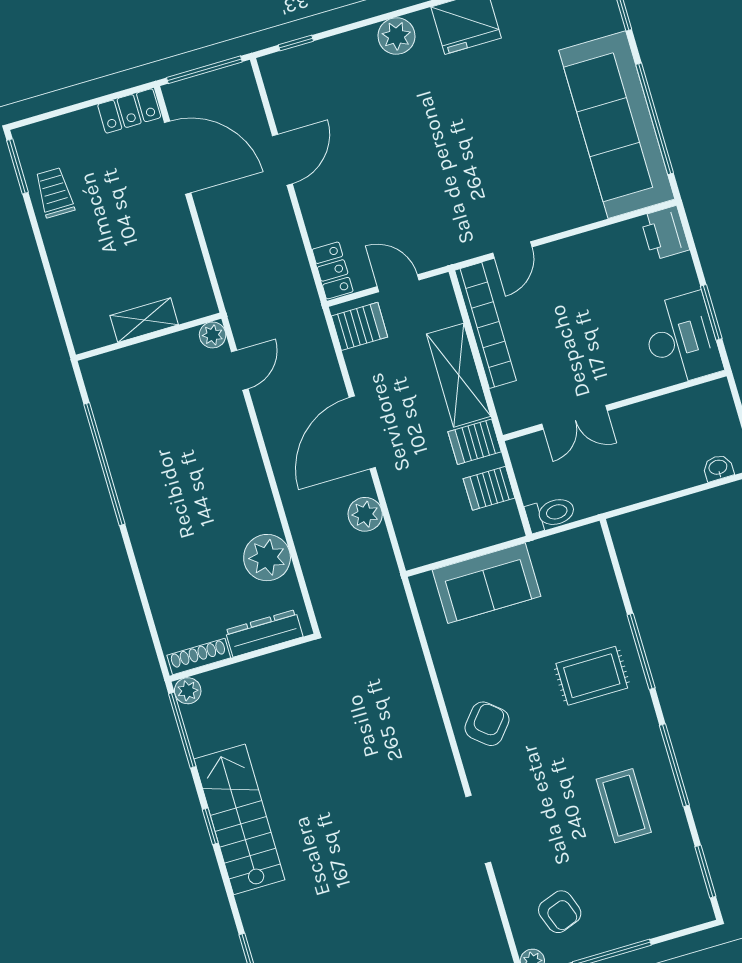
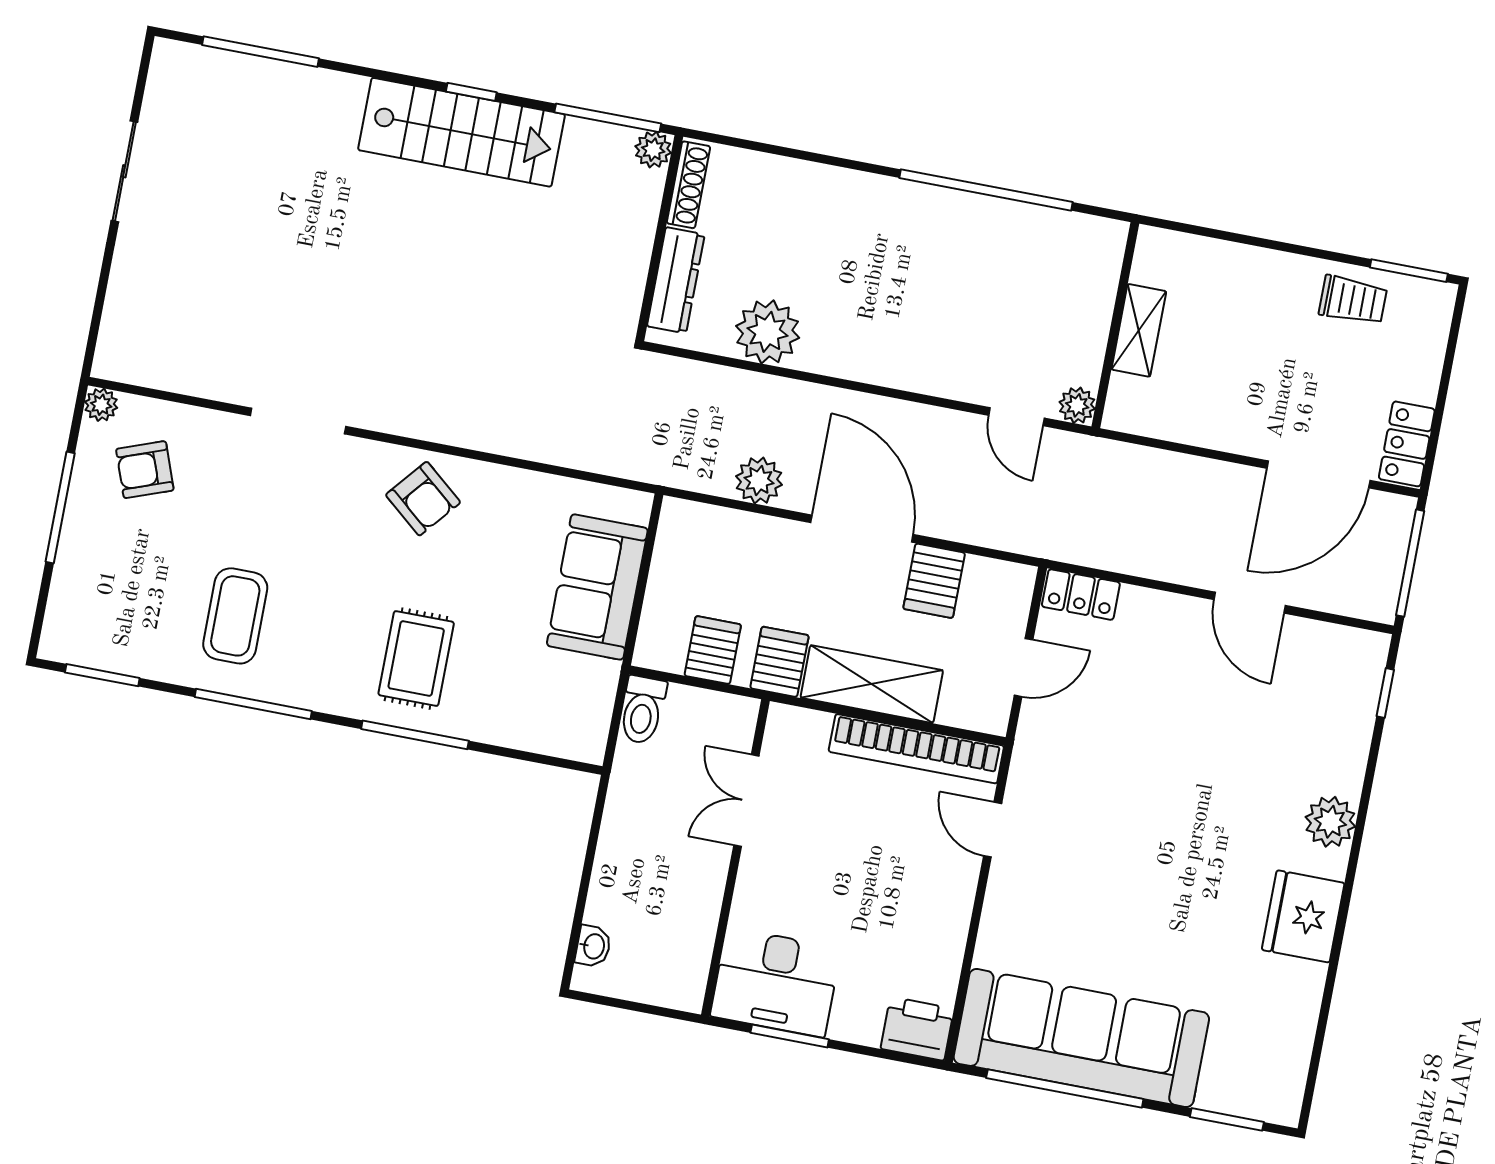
server rack: (360, 326) -> (934, 581), moved
coffee table: (624, 806) -> (235, 616), turned 90

